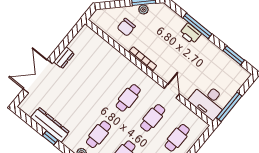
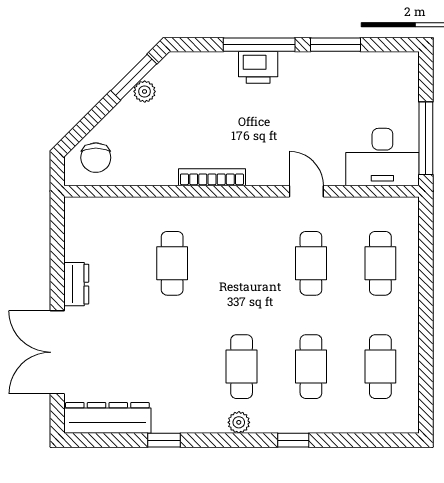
chair: (126, 27) -> (96, 158), moved
window: (234, 55) -> (335, 45), moved
cafe table: (128, 98) -> (172, 263), moved
dresser: (50, 125) -> (107, 418), moved

